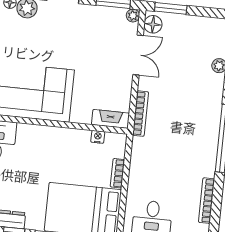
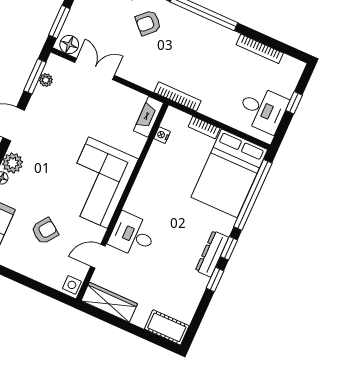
plant: (133, 16) -> (46, 80), moved
armchair: (197, 90) -> (148, 23), added
bookcase: (141, 114) -> (178, 97), moved

